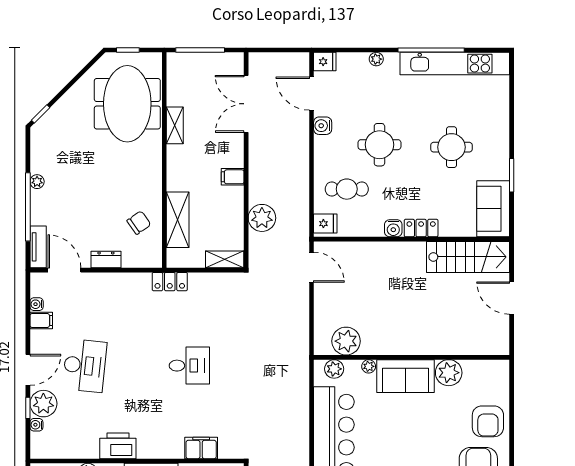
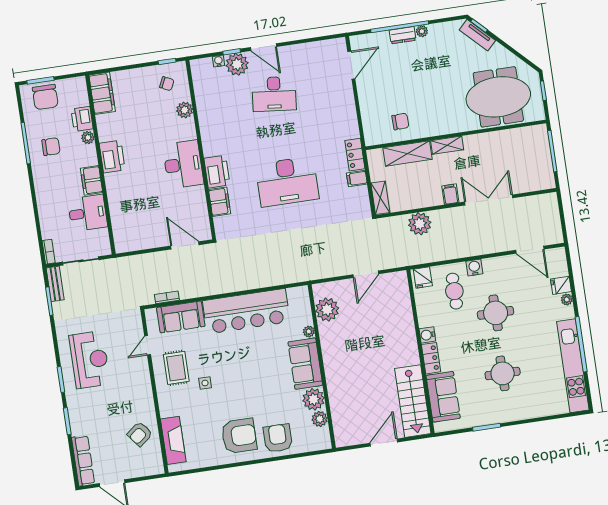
fridge: (325, 62) -> (561, 285), moved, turned 90
door: (312, 94) -> (530, 250), swing flipped
double door: (246, 104) -> (489, 200), moved
shelving: (175, 125) -> (447, 145), moved
water cooler: (323, 126) -> (474, 267), moved
sofa: (493, 209) -> (443, 397), moved, turned 90
chair: (139, 223) -> (400, 121), turned -57
tv unit: (38, 247) -> (477, 35), moved, turned 45
dresser: (106, 260) -> (403, 35), moved, turned 90
door: (312, 267) -> (366, 274), moved
water cooler: (37, 304) -> (319, 46), removed
filing cabinet: (41, 320) -> (357, 179), moved, turned 90
desk: (189, 366) -> (287, 182), width x1.87, depth x1.30
plant: (334, 369) -> (320, 419), moved
armchair: (488, 421) -> (278, 438), turned 90
printer: (118, 446) -> (217, 172), moved

